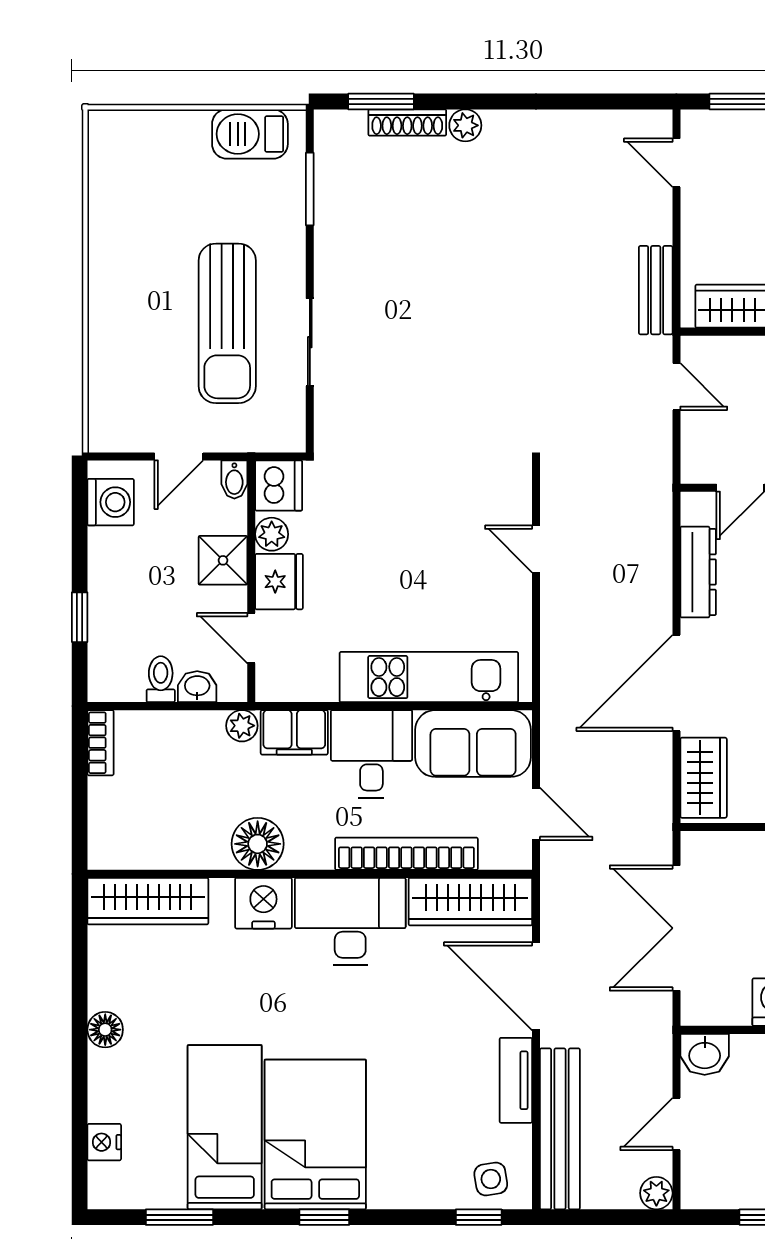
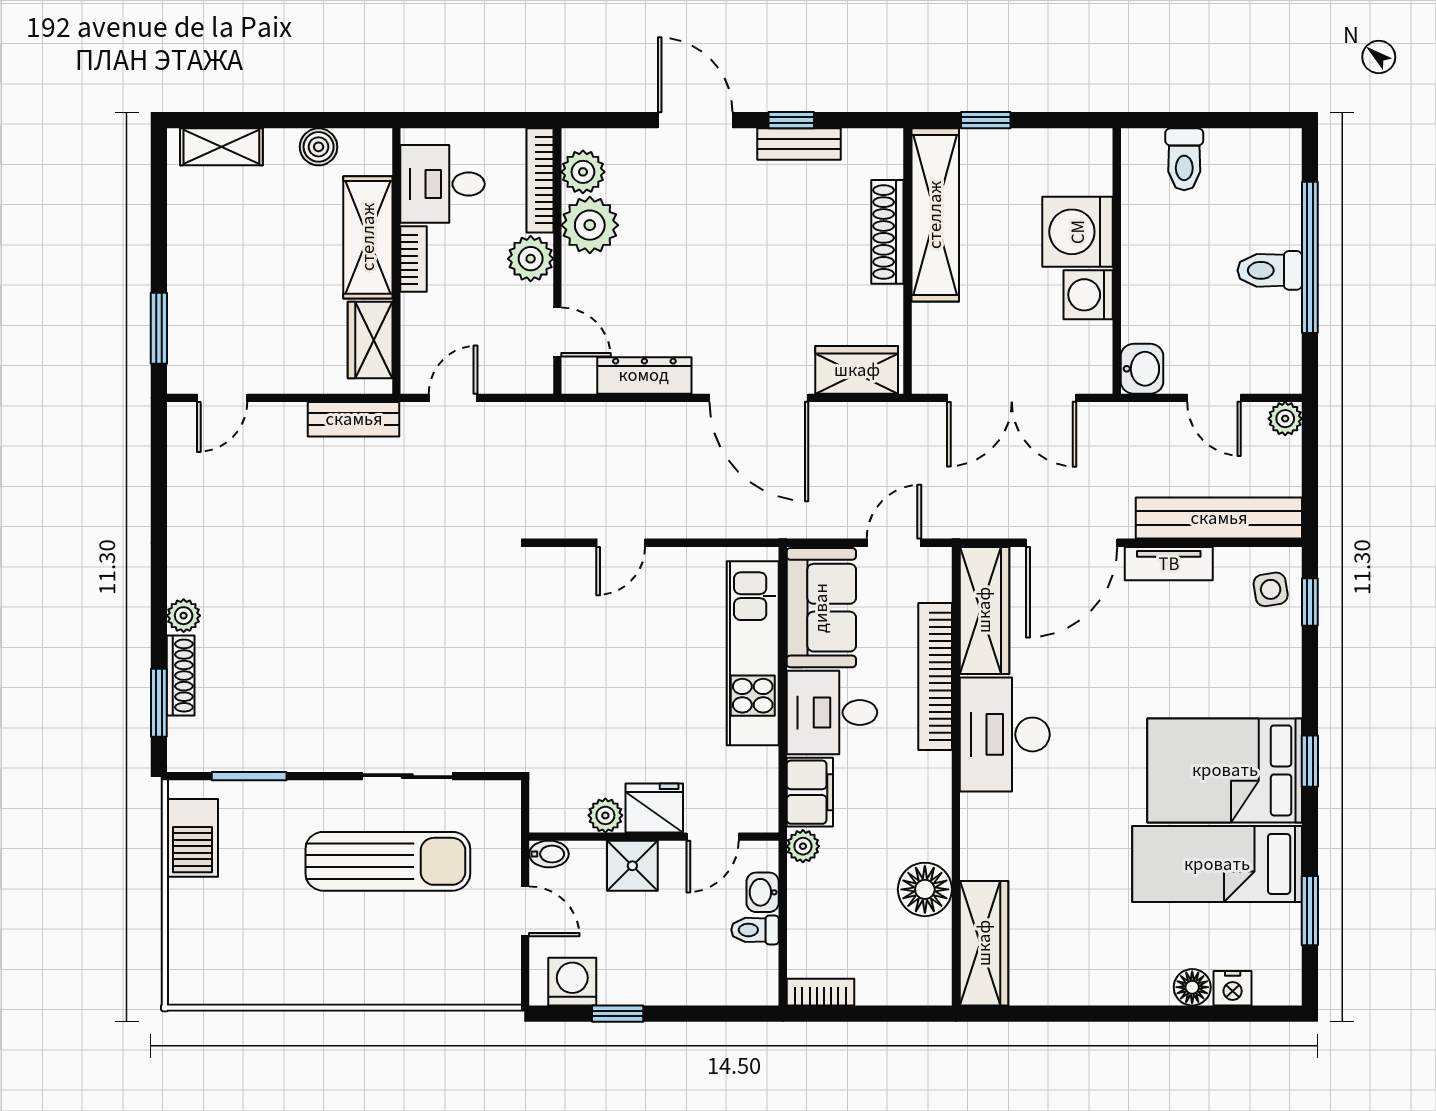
dishwasher: (279, 486) -> (555, 808), removed
window: (80, 617) -> (618, 1014), moved
floor lamp: (258, 844) -> (925, 889), moved
nightstand: (263, 903) -> (986, 824), removed
floor lamp: (105, 1030) -> (1192, 987), moved

